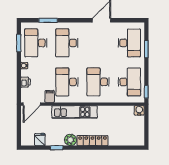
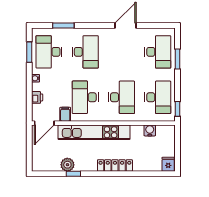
desk: (67, 43) -> (85, 52), turned 180
desk: (98, 82) -> (121, 97), turned 180
water cooler: (139, 110) -> (150, 130), moved
kitchen unit: (74, 112) -> (94, 132), width x1.36
fridge: (40, 140) -> (168, 164), moved
plant: (70, 140) -> (67, 165), moved

